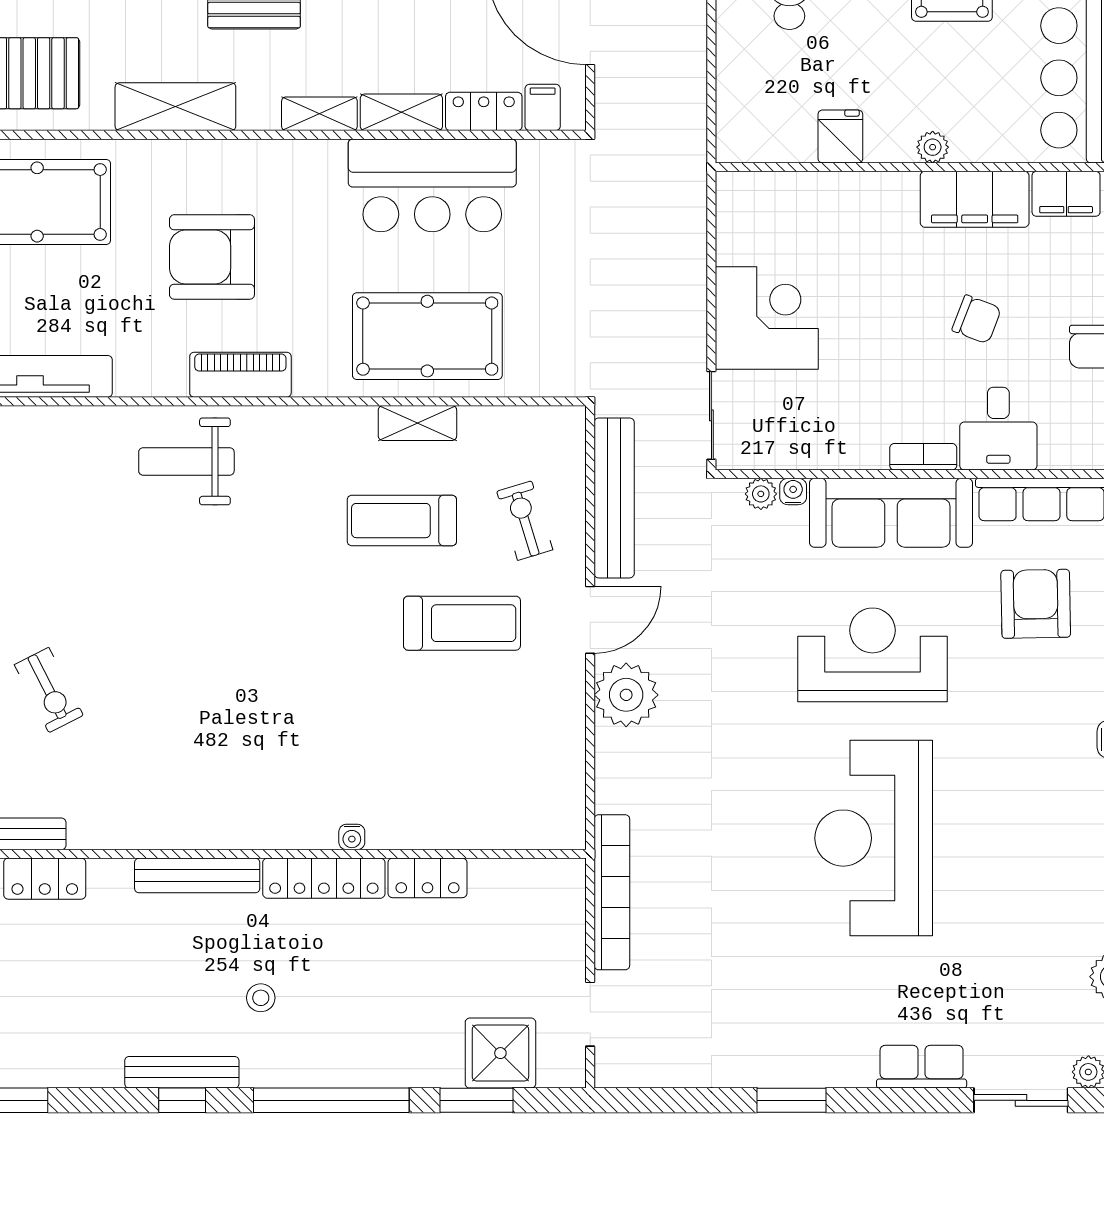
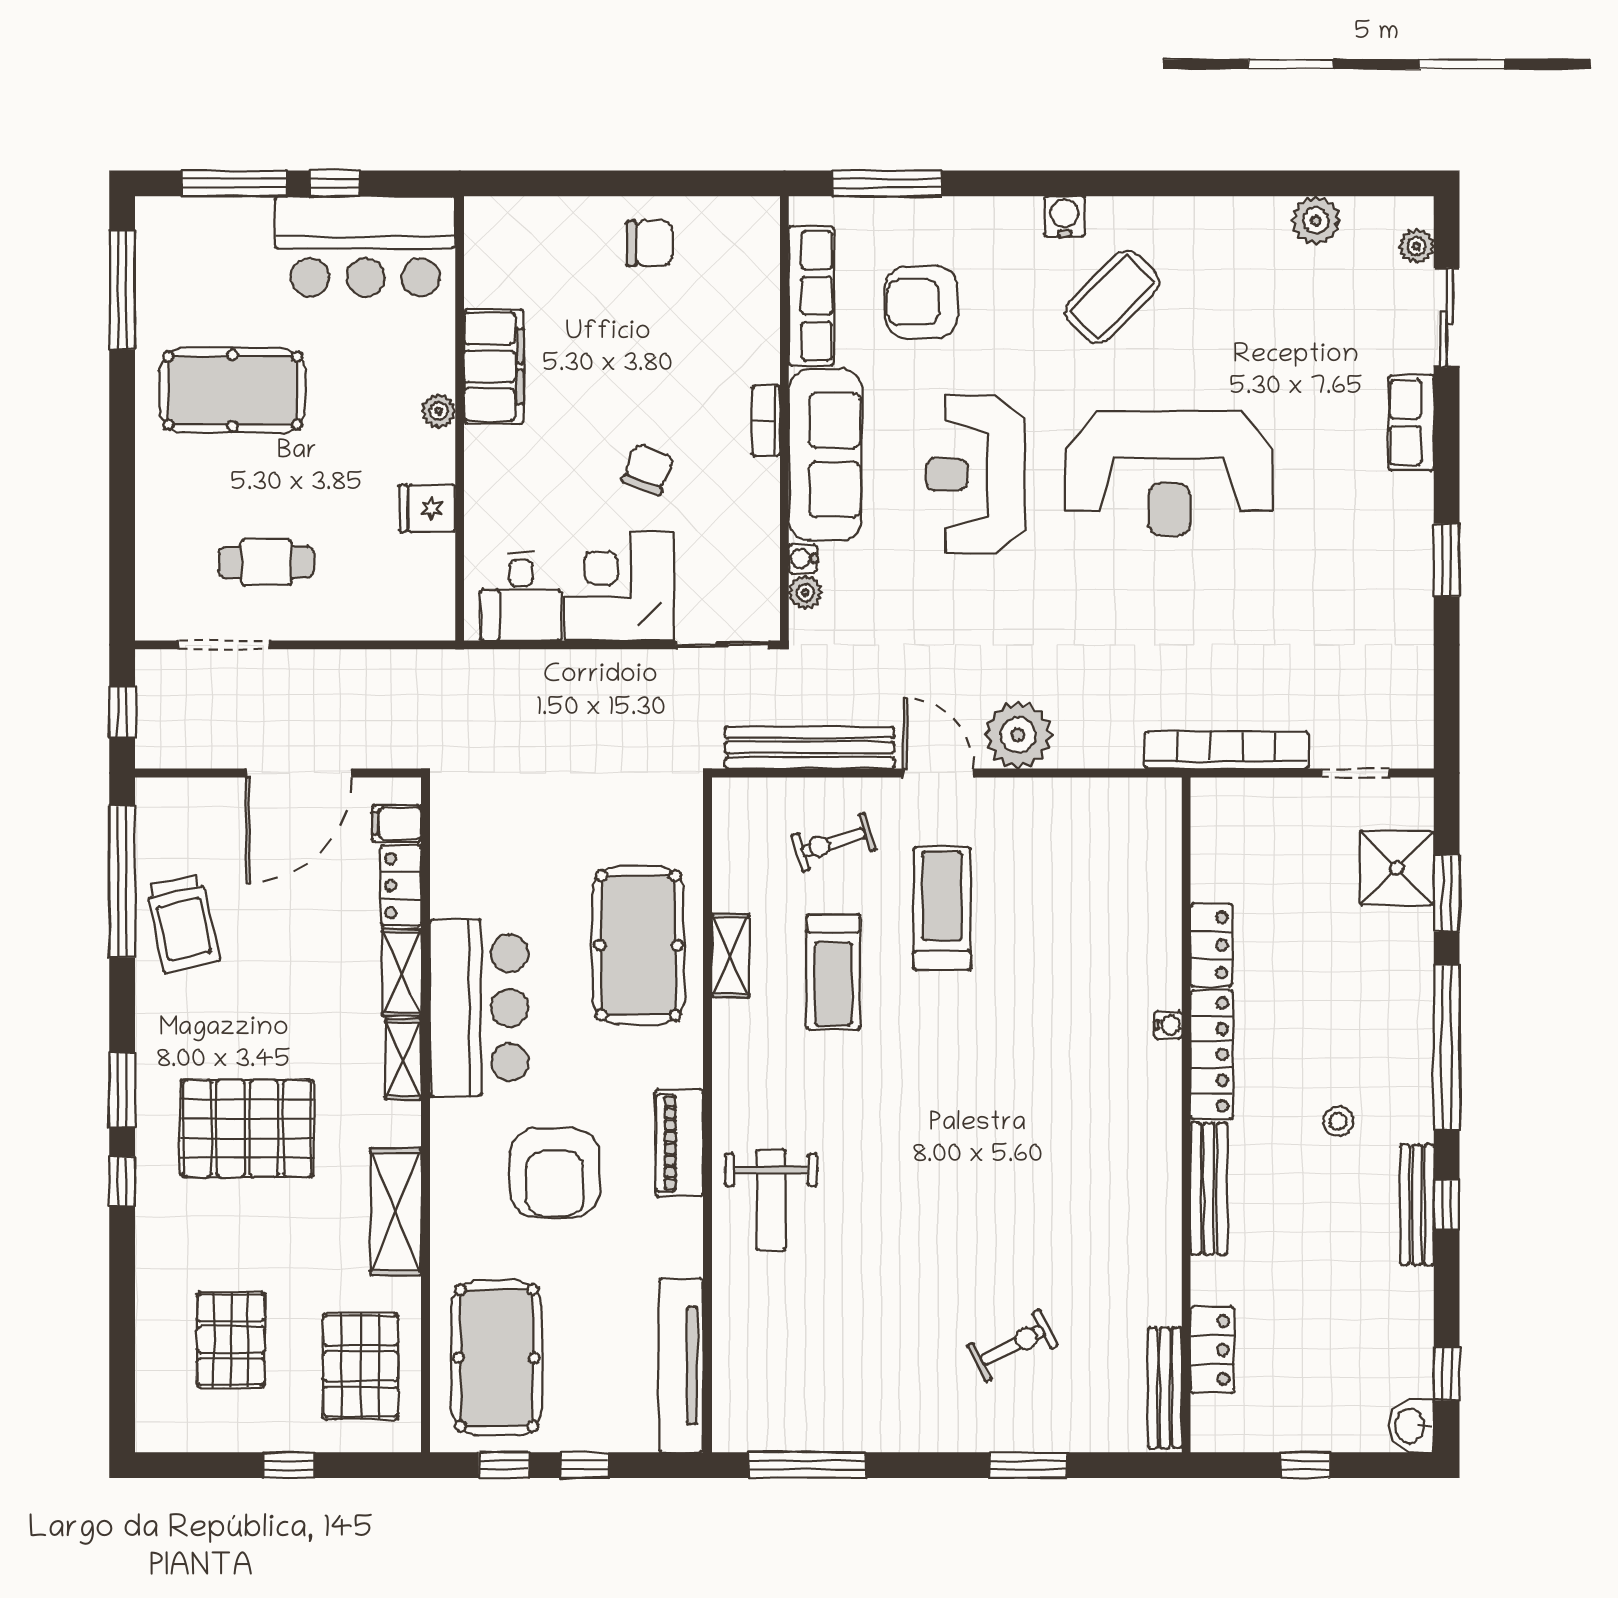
bar counter: (432, 185) -> (479, 1008), moved
filing cabinet: (1066, 194) -> (488, 270), removed
chair: (977, 319) -> (648, 470), moved
desk: (998, 429) -> (521, 597), moved, turned 90
coffee table: (1040, 784) -> (1112, 297), added

